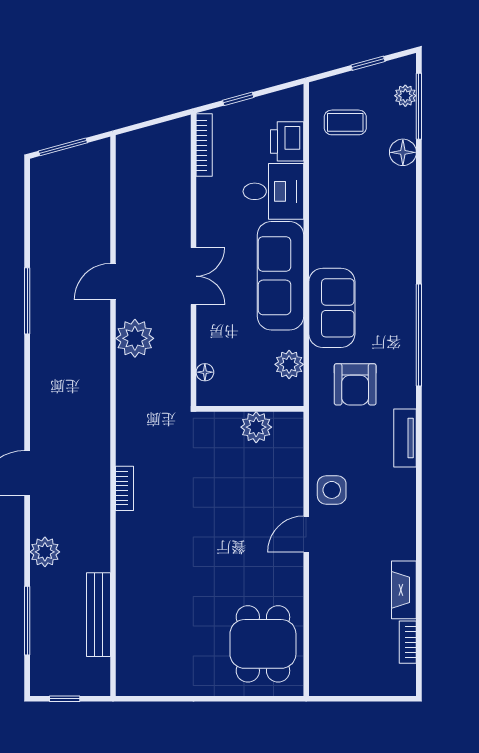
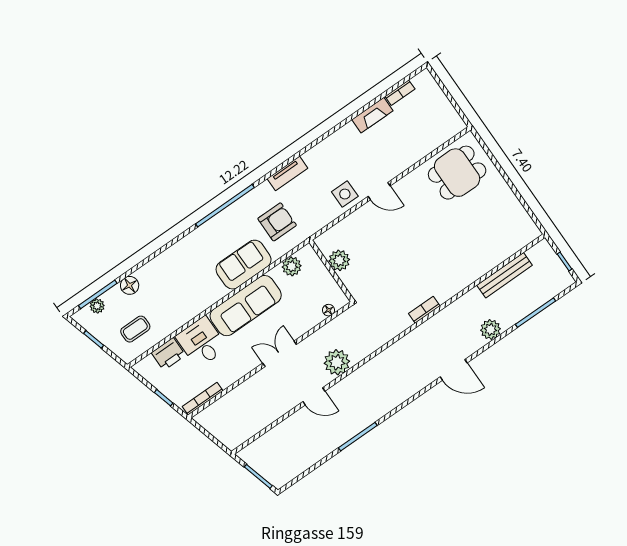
coffee table: (345, 122) -> (135, 329), turned 90

